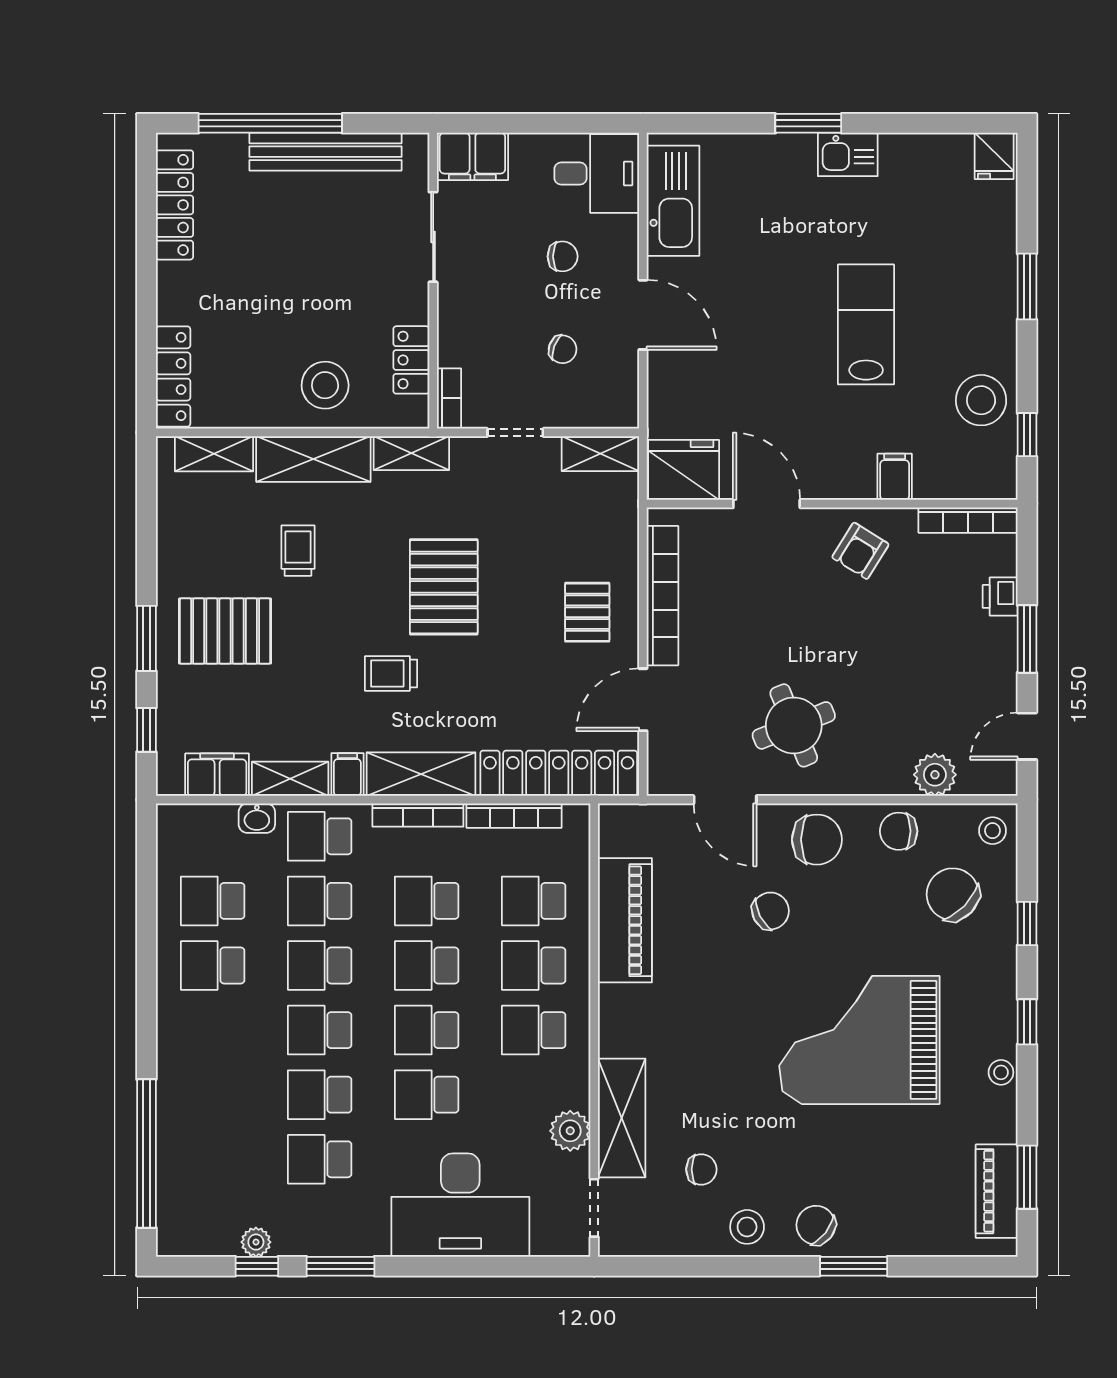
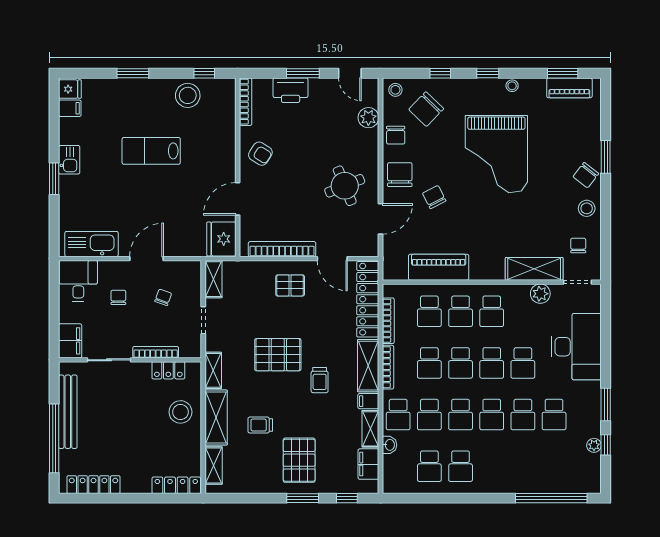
bookcase: (449, 398) -> (156, 352), moved, width x1.56
filing cabinet: (895, 477) -> (70, 108), moved, turned 180
printer: (1000, 596) -> (291, 90), width x1.87, depth x1.48
chair: (701, 1169) -> (578, 245), moved

